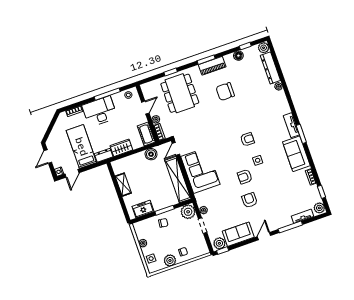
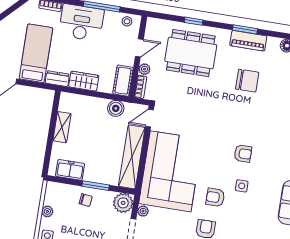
chair: (225, 92) -> (247, 81), turned 180
dining table: (180, 93) -> (191, 53), turned 90
corner sofa: (200, 170) -> (171, 171), width x1.36, depth x1.36

